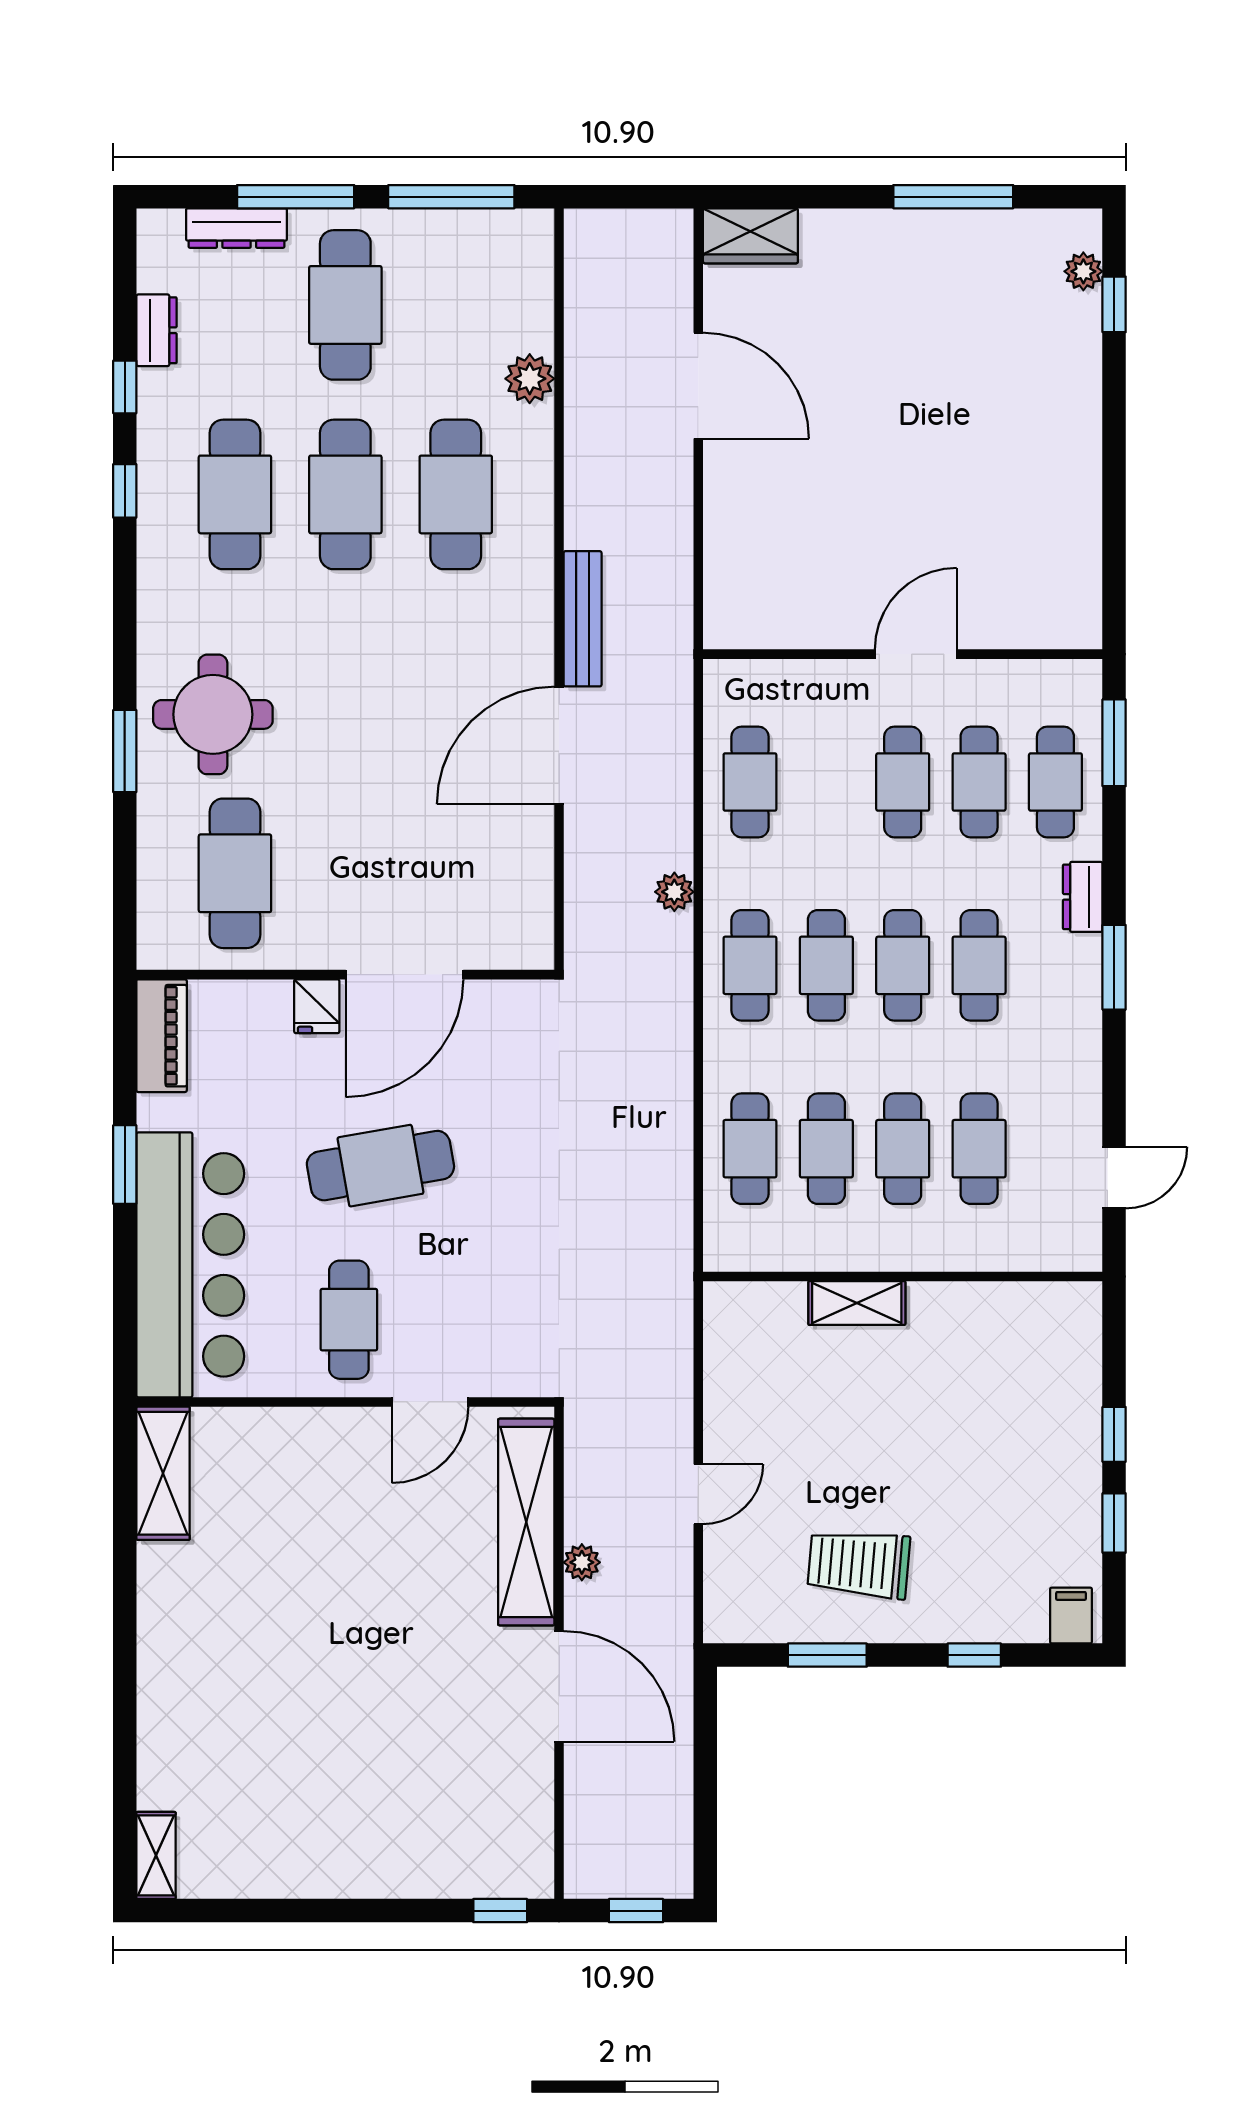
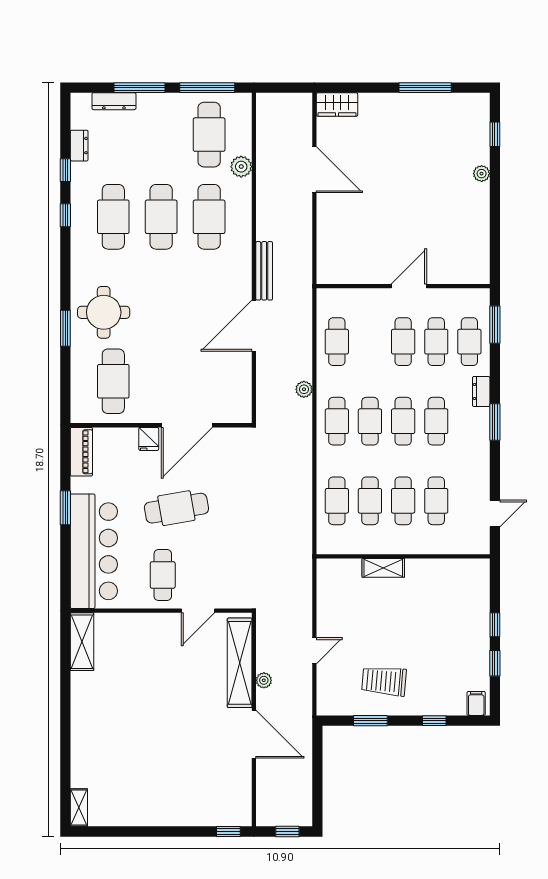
plant: (1083, 271) -> (482, 174), moved
cafe table: (345, 305) -> (209, 135), moved

